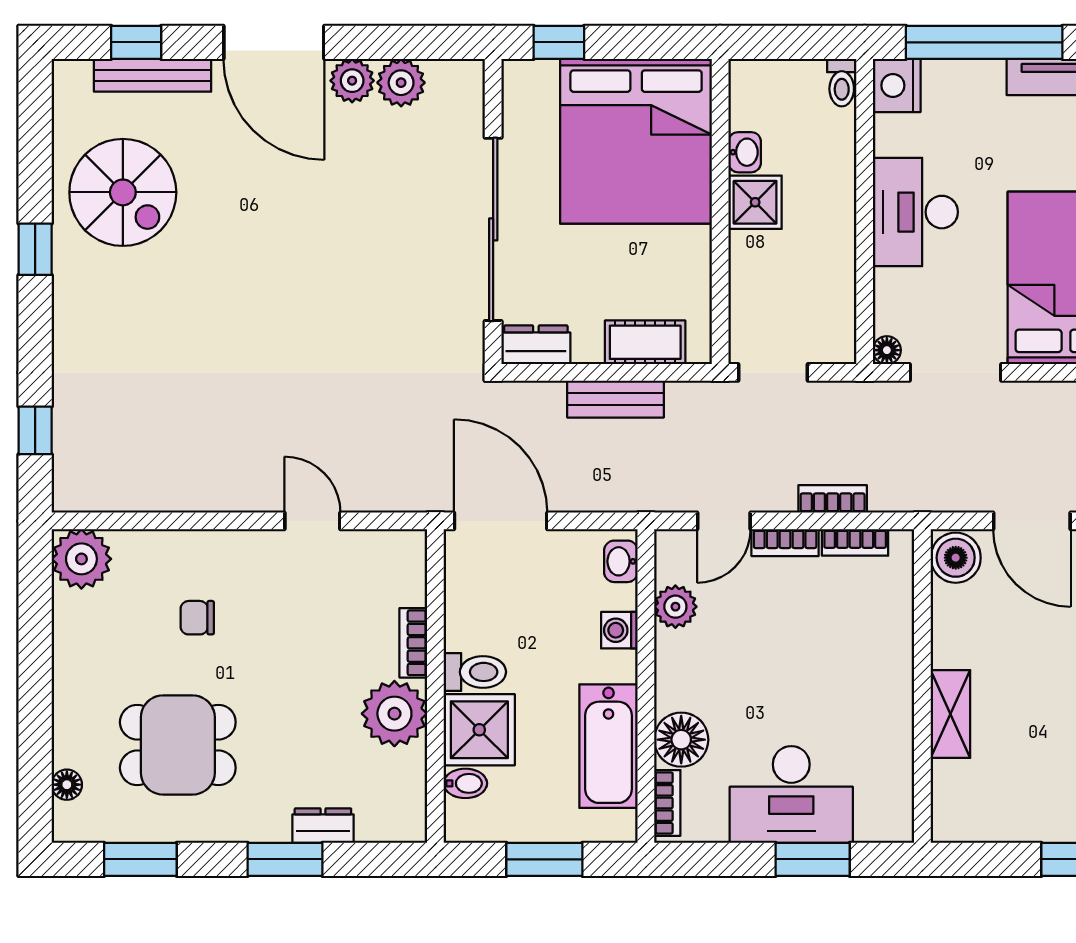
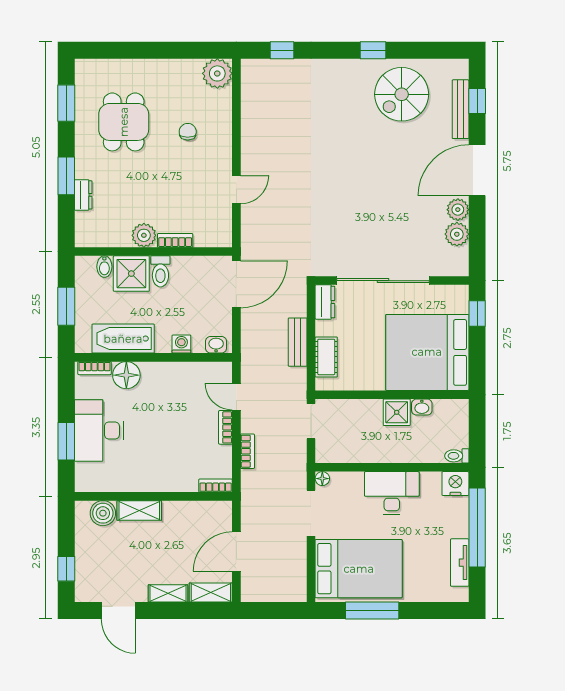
bookcase: (855, 542) -> (216, 486), moved, turned 90
boiler: (956, 558) -> (103, 513), moved
plant: (675, 607) -> (193, 372), removed
plant: (394, 714) -> (144, 235), width x0.73, depth x0.73
floor lamp: (67, 785) -> (104, 66), removed

